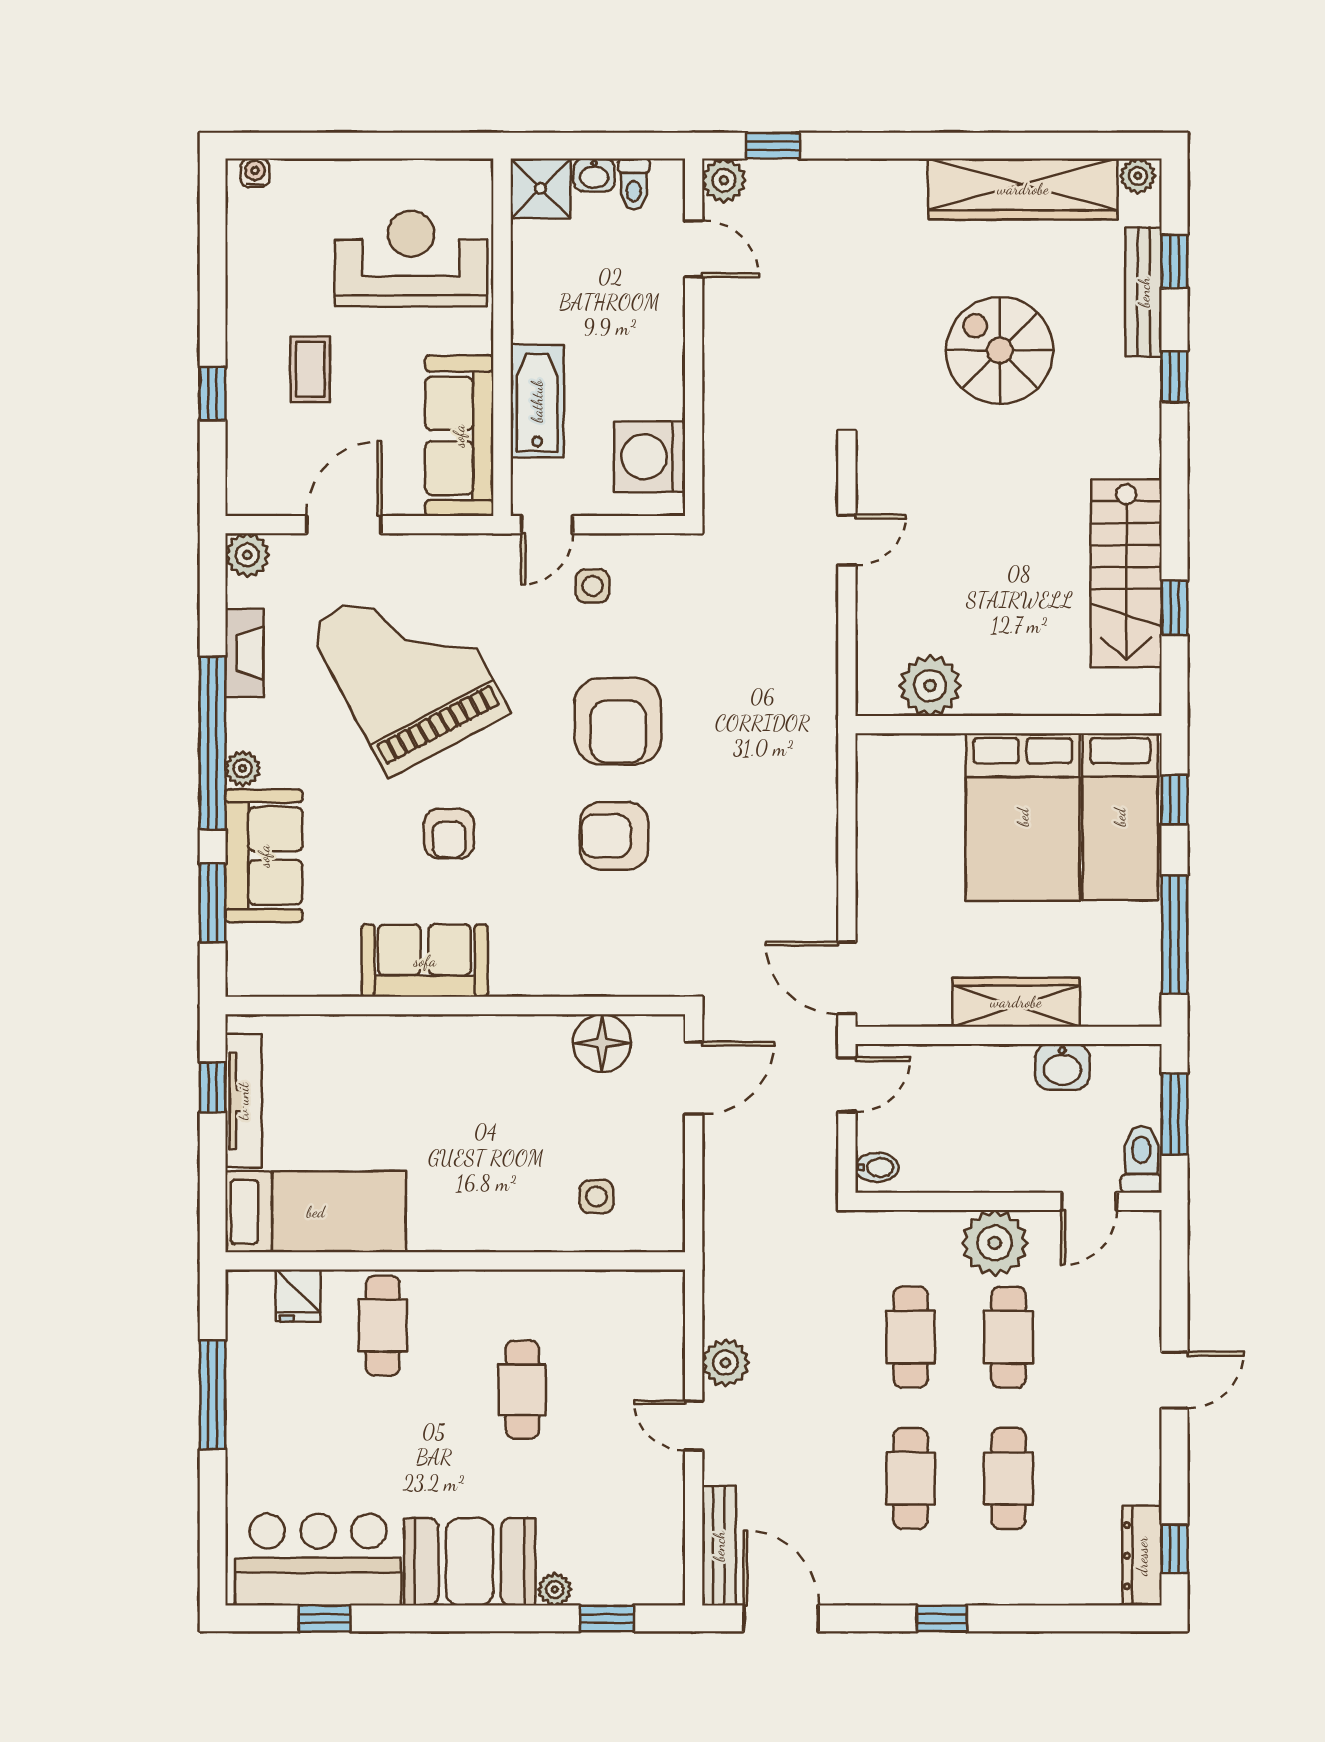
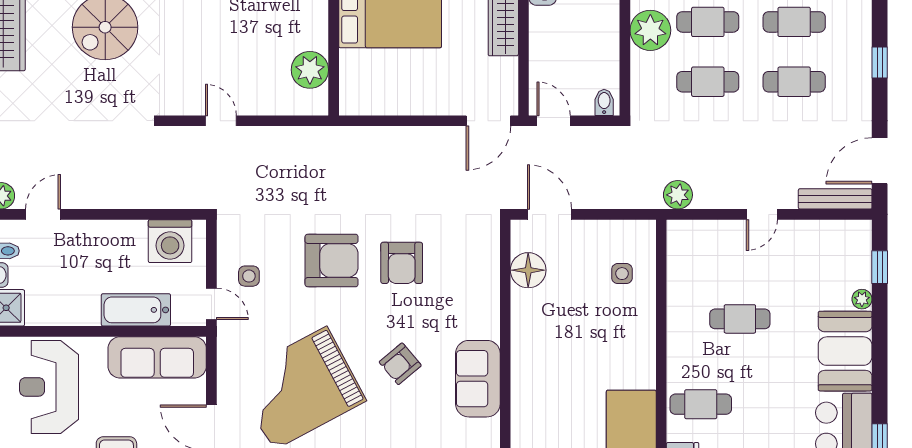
armchair: (449, 834) -> (400, 364), turned 140
plant: (726, 1363) -> (678, 195), moved

